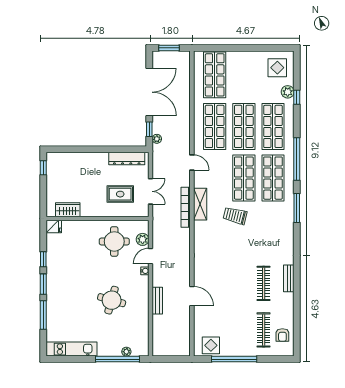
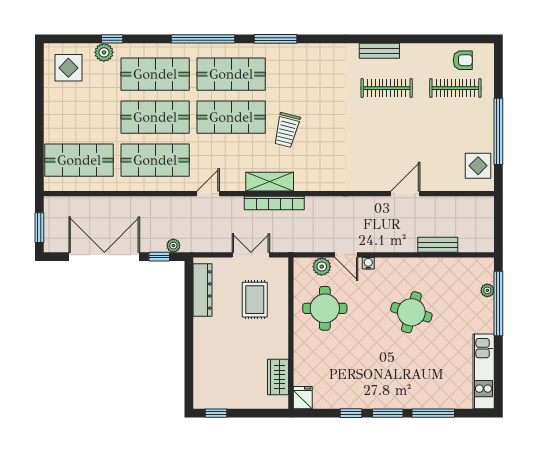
bench: (157, 301) -> (438, 245), moved

